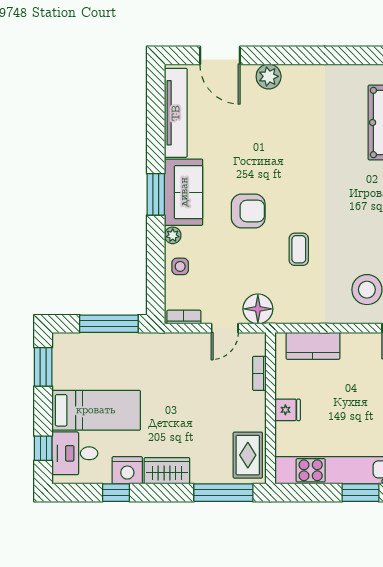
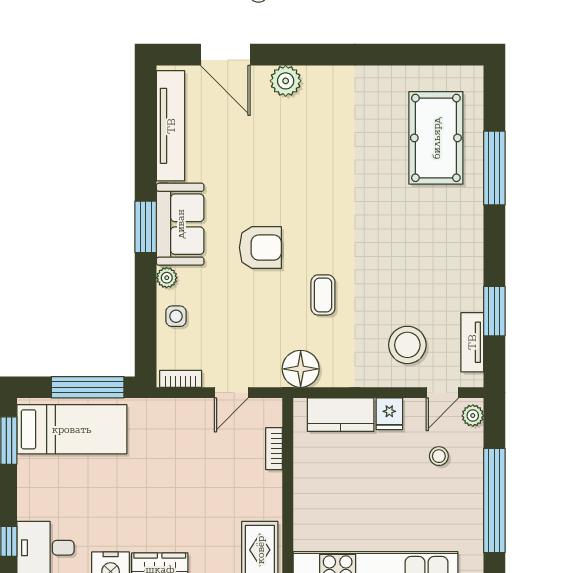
floor lamp: (258, 309) -> (301, 369), moved
bed: (96, 410) -> (72, 429), moved
fridge: (288, 410) -> (389, 414), moved, turned 90

